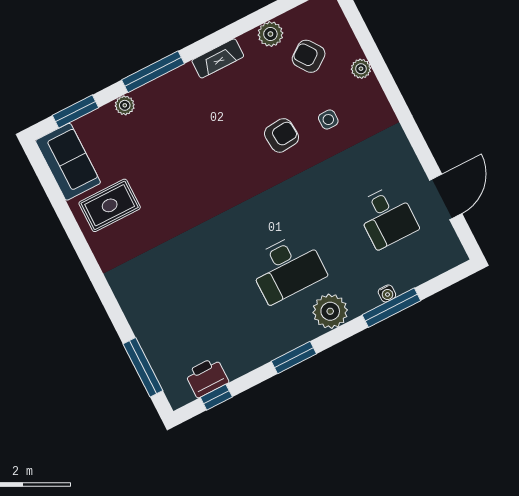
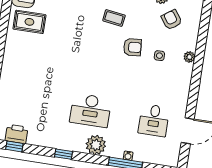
plant: (361, 69) -> (189, 57), moved
coffee table: (225, 113) -> (114, 18), added
window: (294, 358) -> (64, 154), width x0.67

